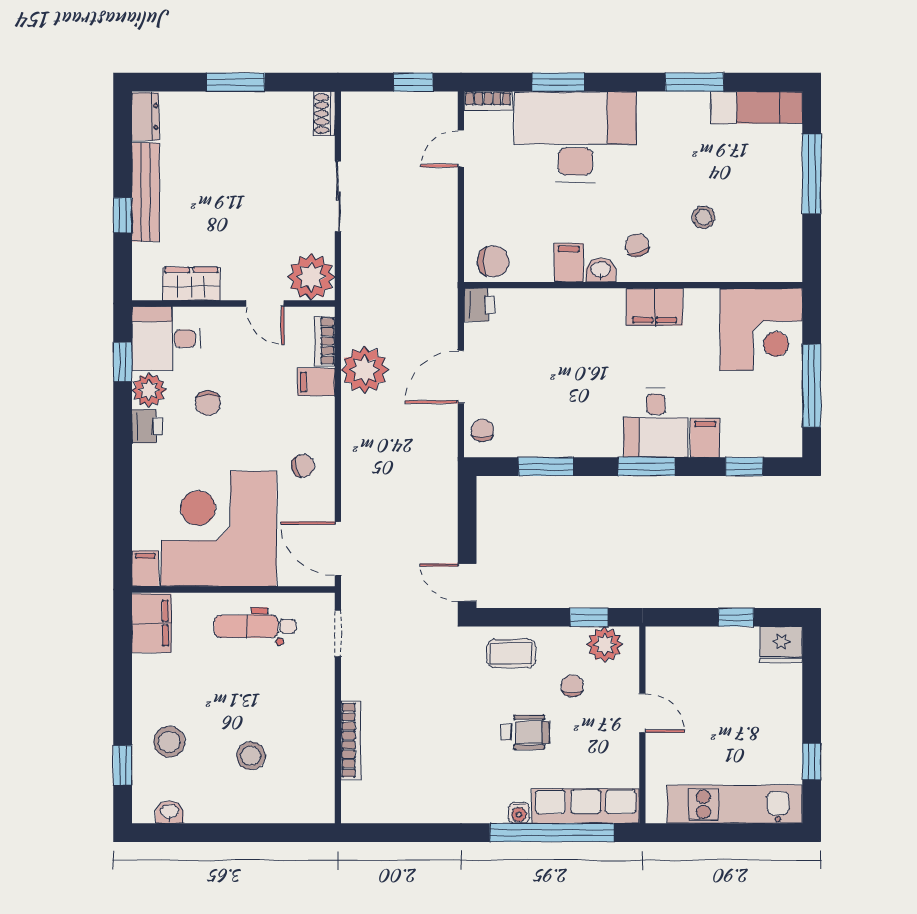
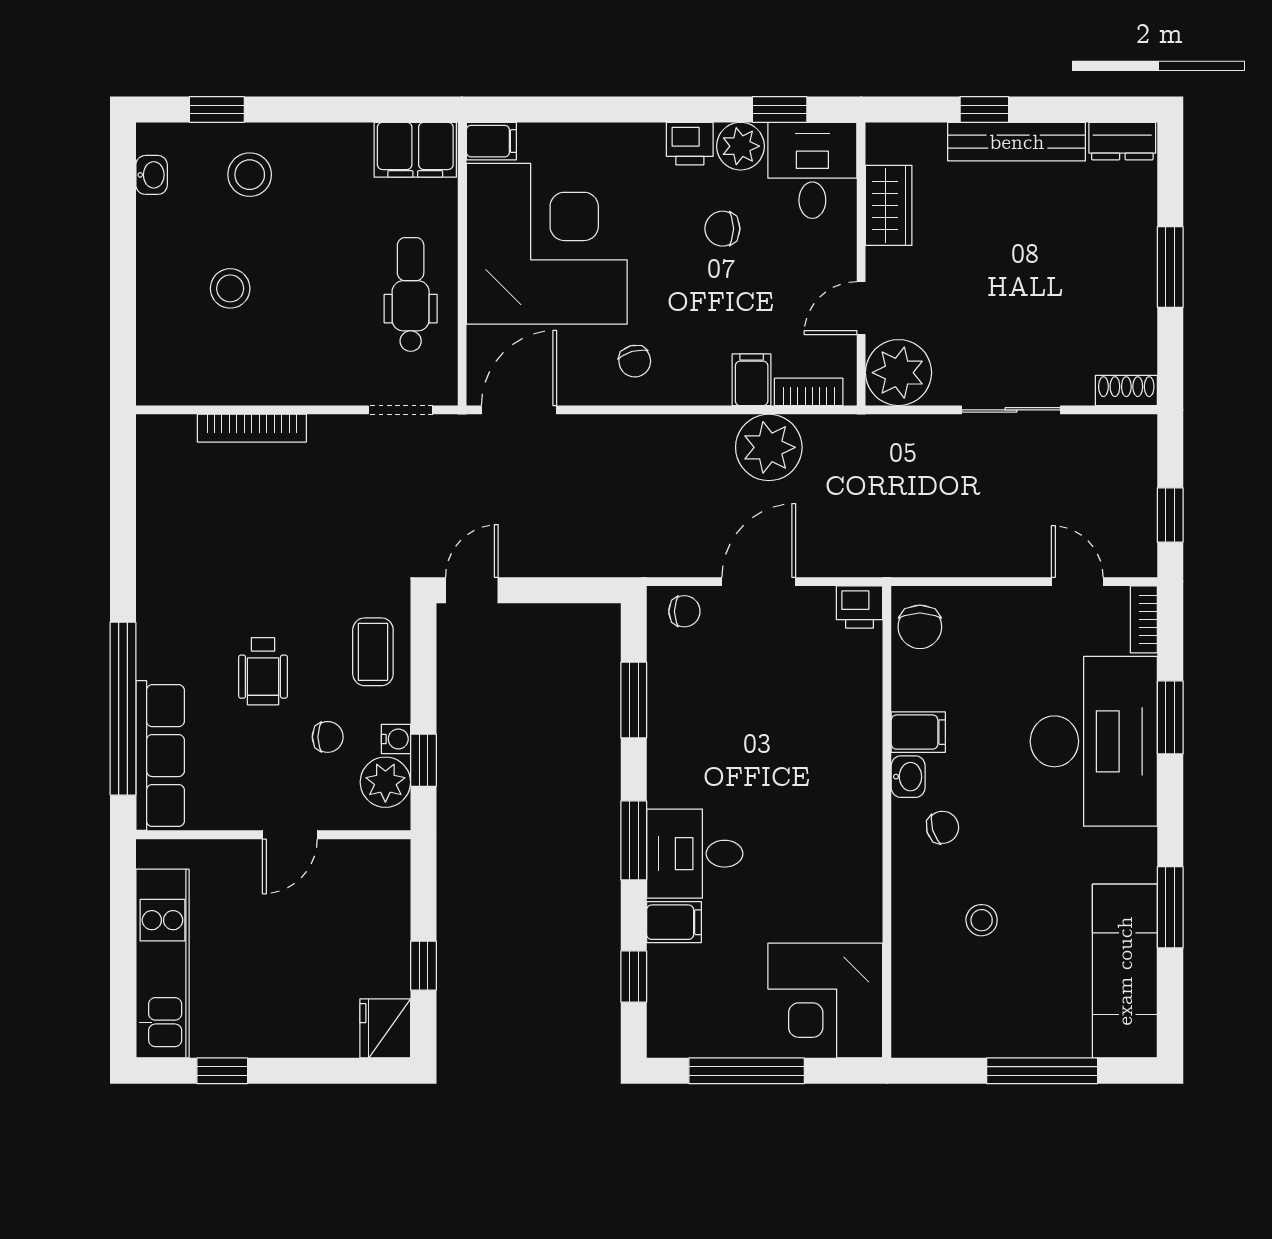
exam couch: (757, 107) -> (1125, 971), width x1.36, depth x1.45
filing cabinet: (654, 307) -> (856, 852), removed
door: (461, 377) -> (759, 582), hinge flipped
water cooler: (519, 813) -> (396, 739), moved, turned 180

